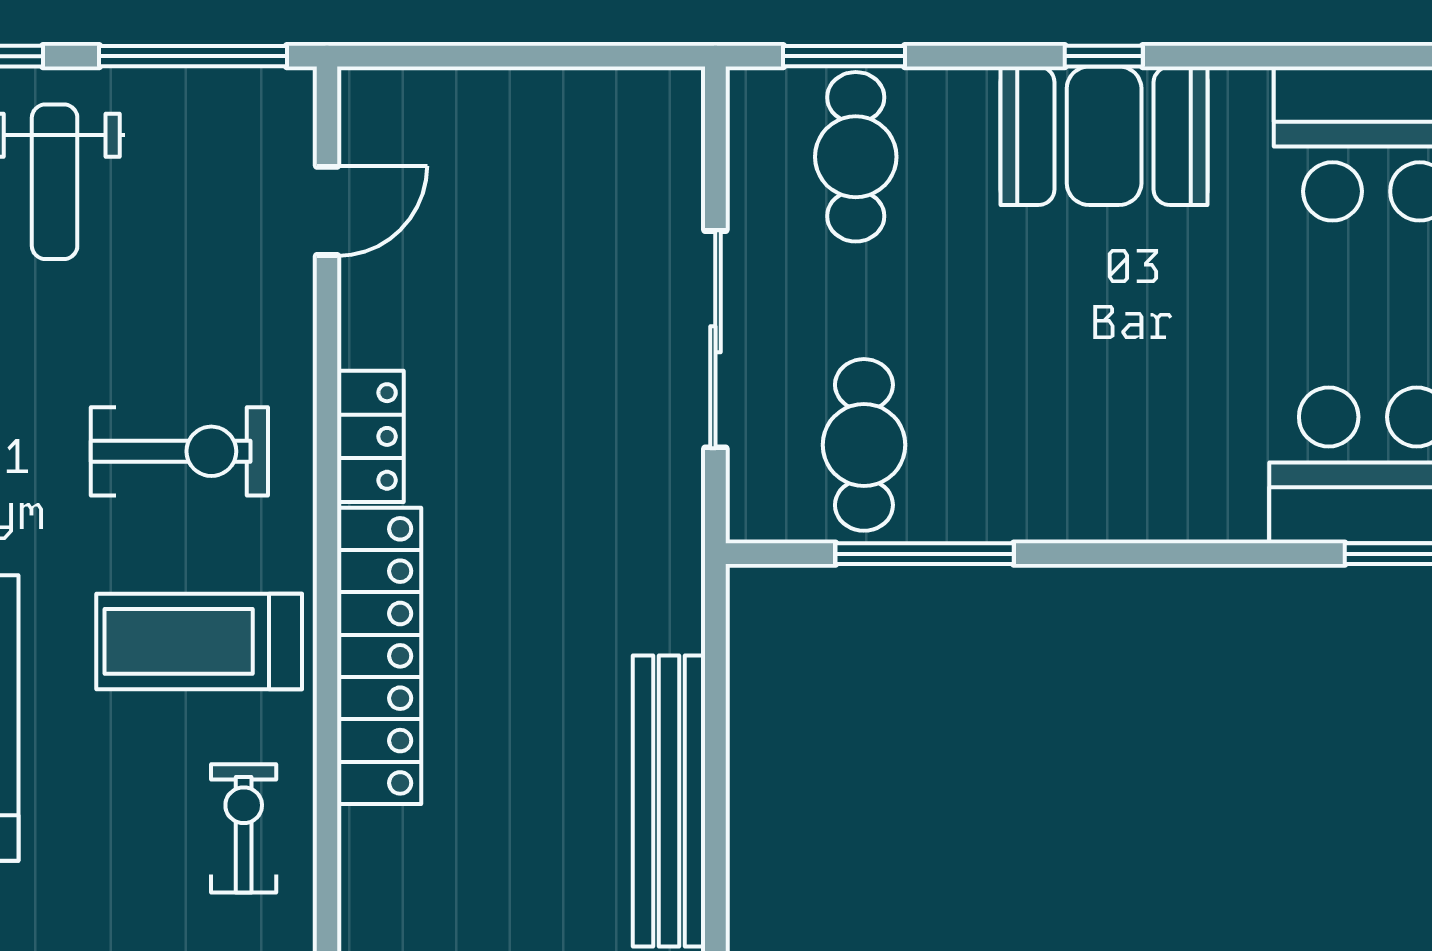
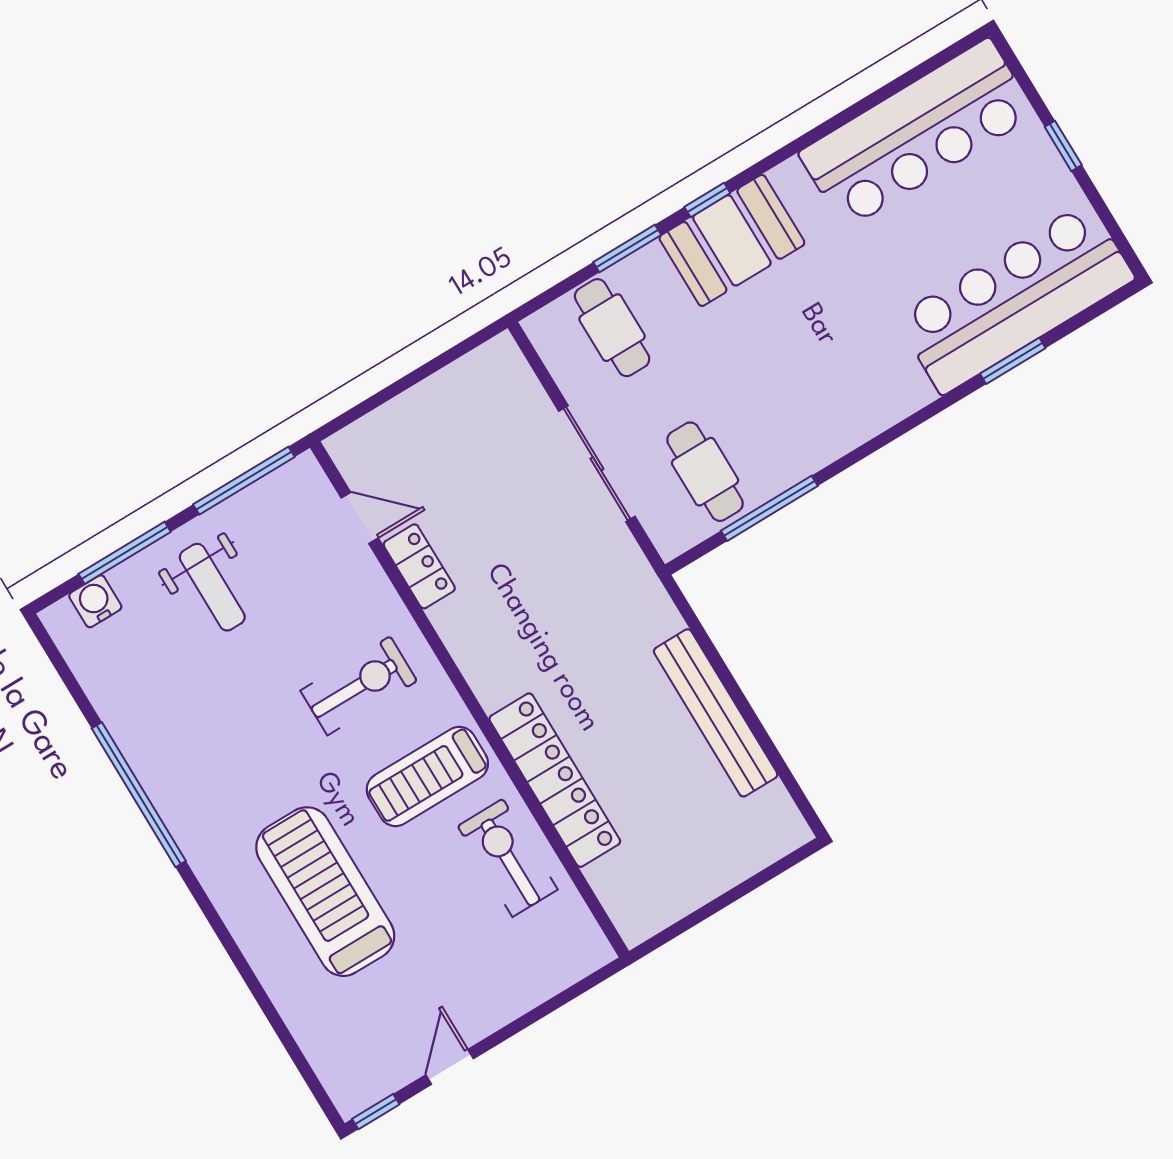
window: (844, 56) -> (627, 249), moved
door: (327, 211) -> (360, 518), hinge flipped
locker: (370, 436) -> (419, 566), moved
locker: (379, 656) -> (555, 780), moved
exercise bike: (244, 828) -> (508, 858), width x1.38, depth x1.39

